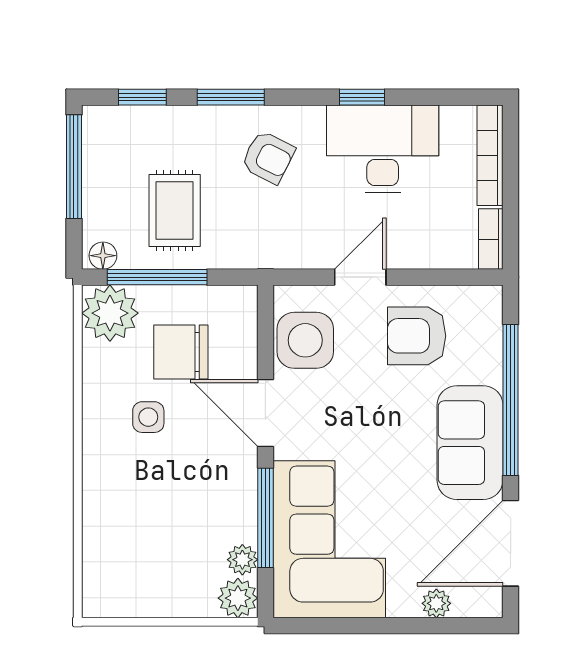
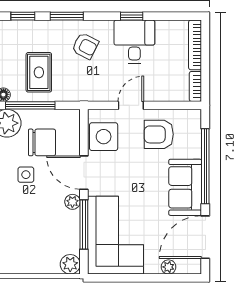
desk: (383, 149) -> (134, 42), width x0.73
chair: (181, 352) -> (42, 142), turned 180
plant: (242, 560) -> (72, 202), moved

